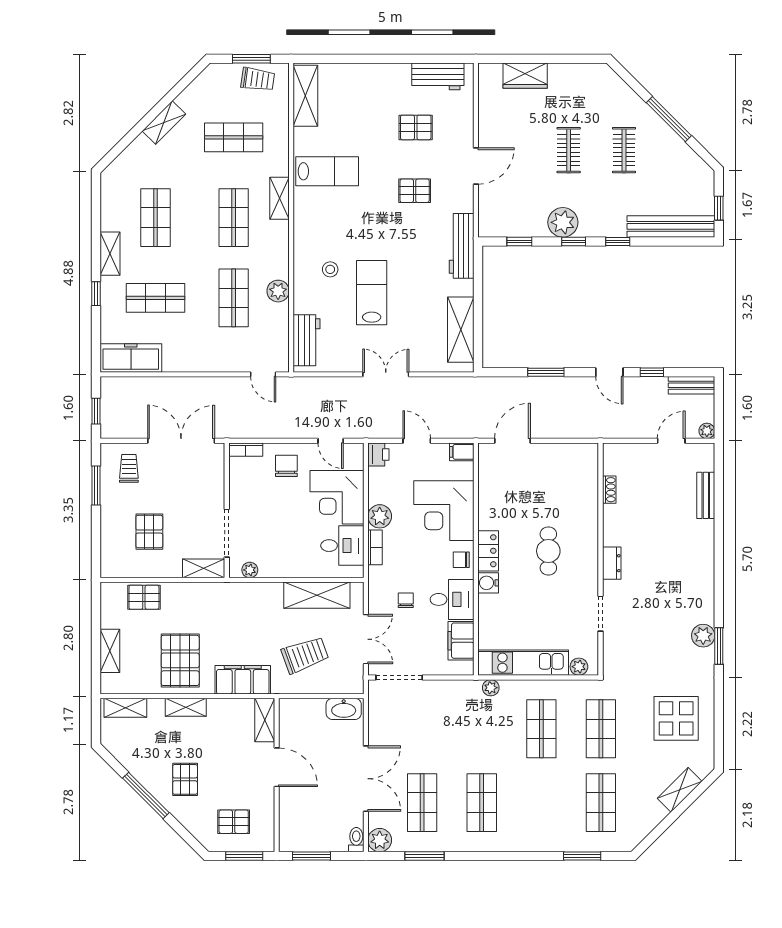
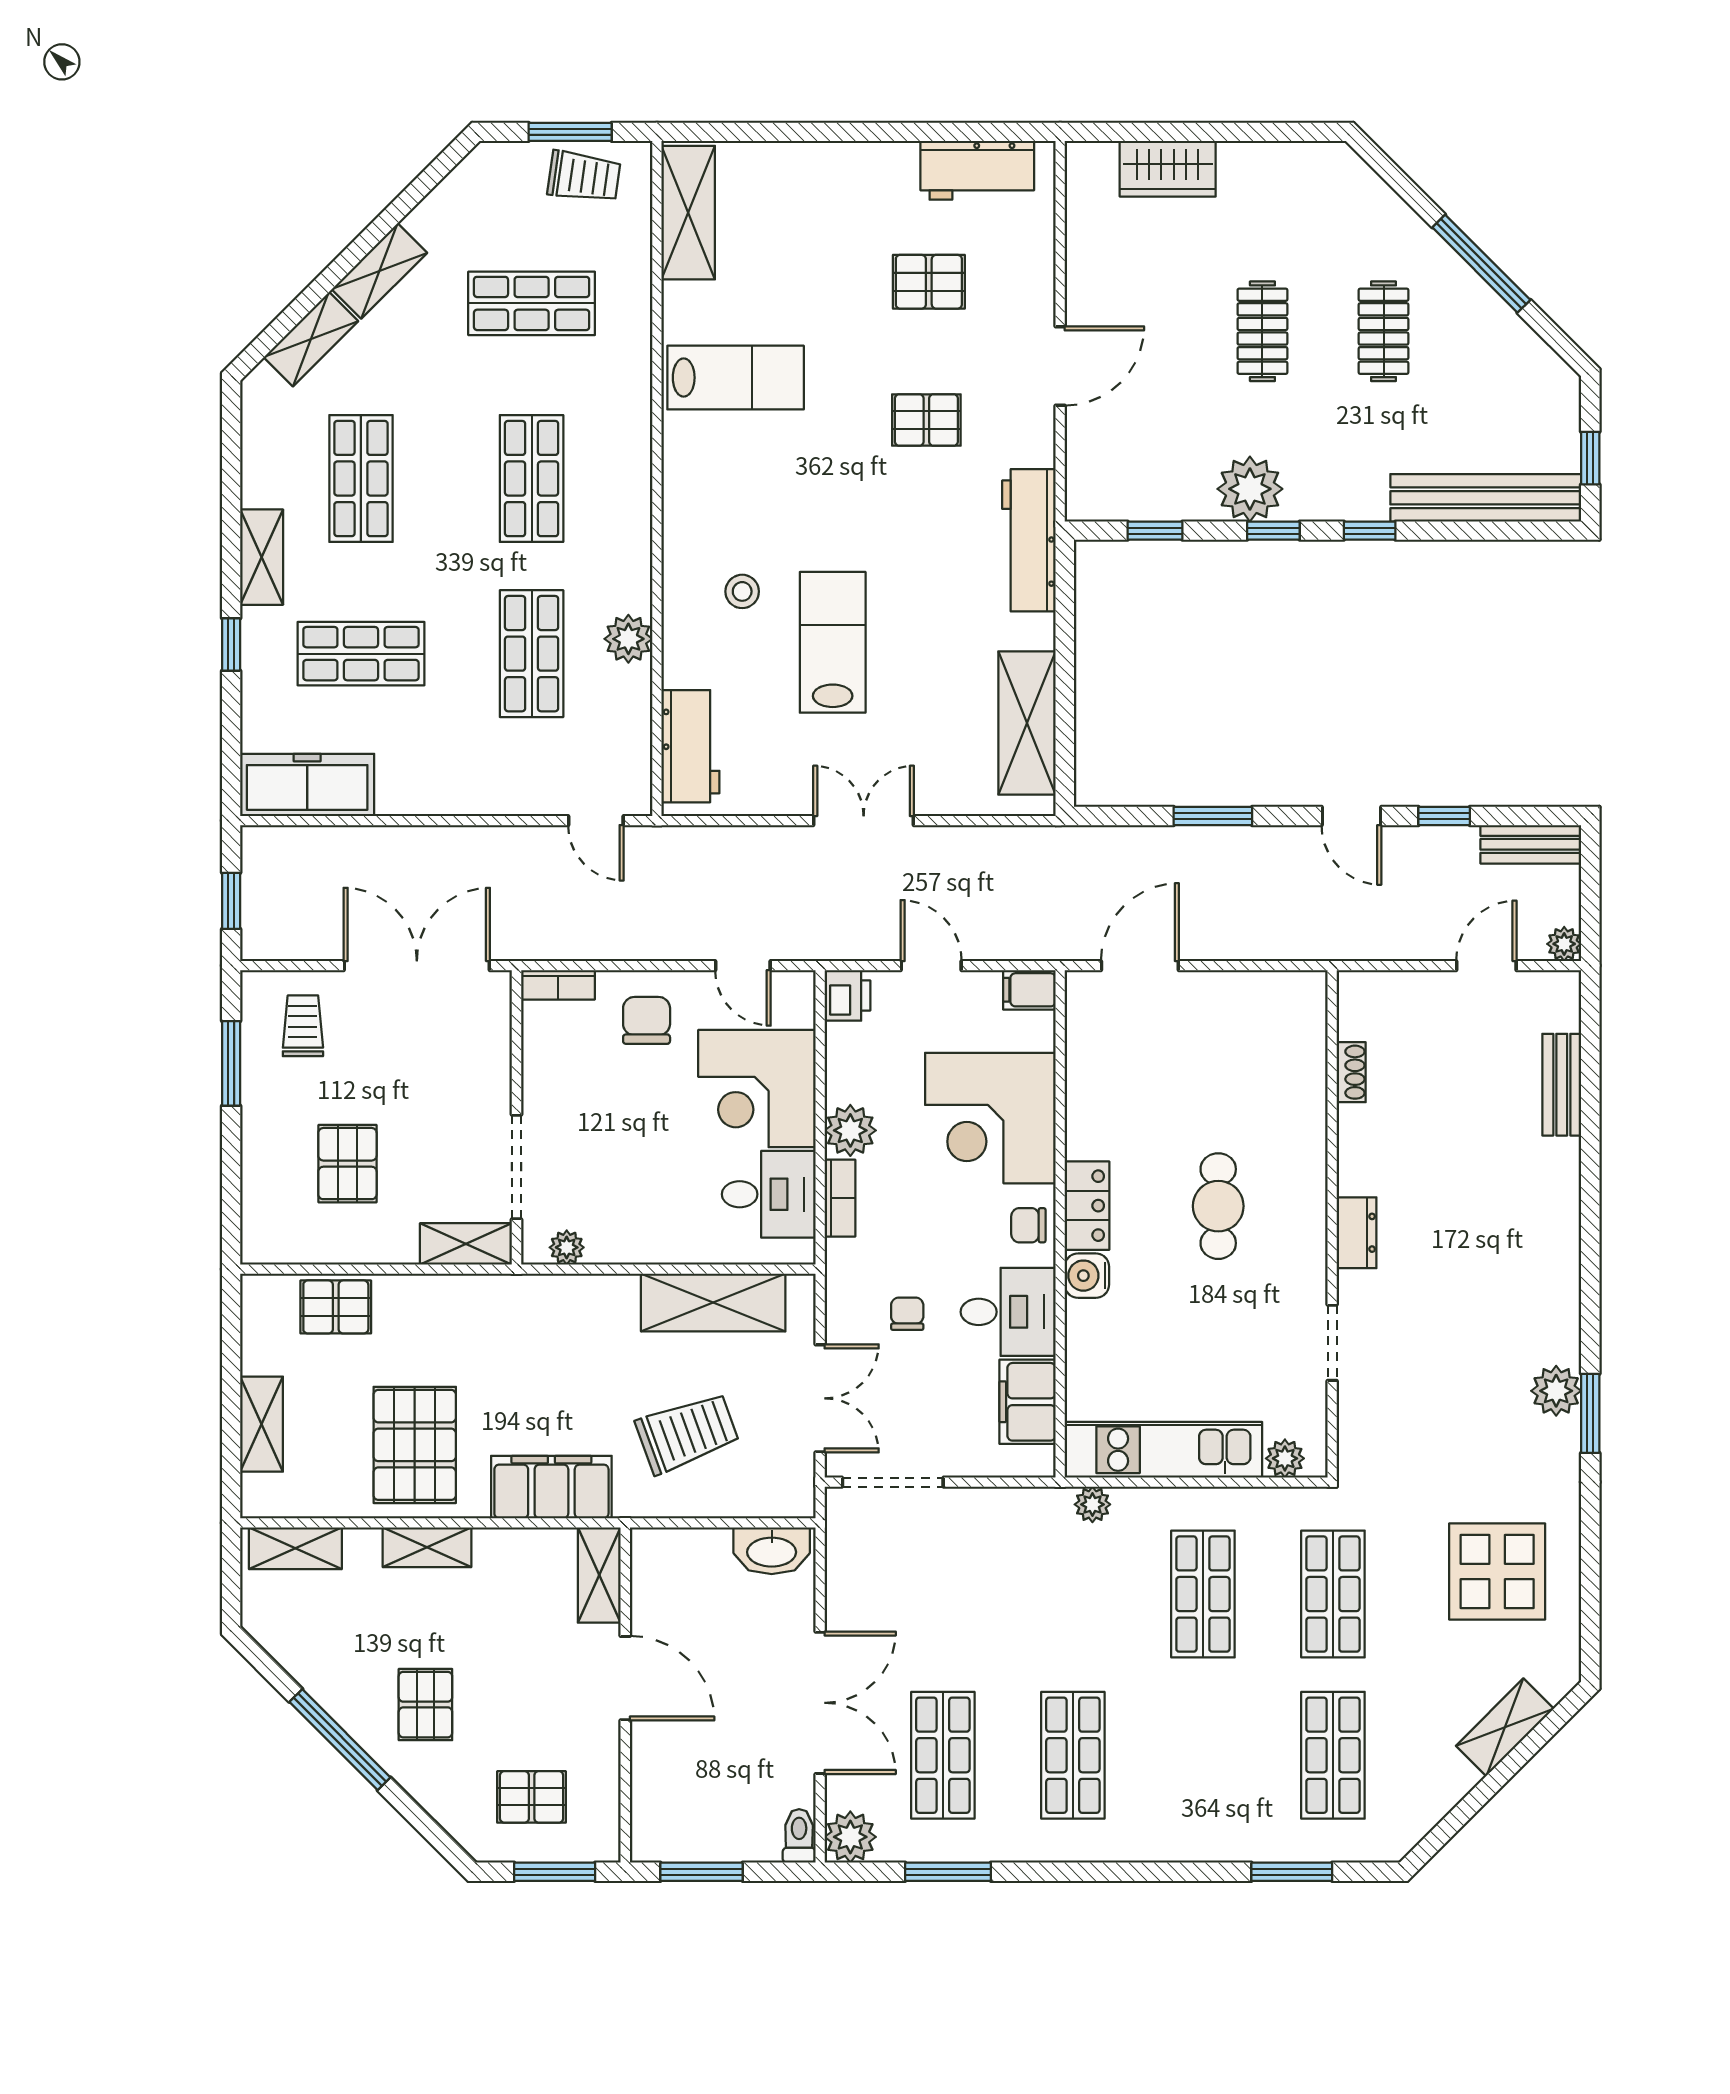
shelving: (280, 198) -> (311, 339), moved, turned 45

